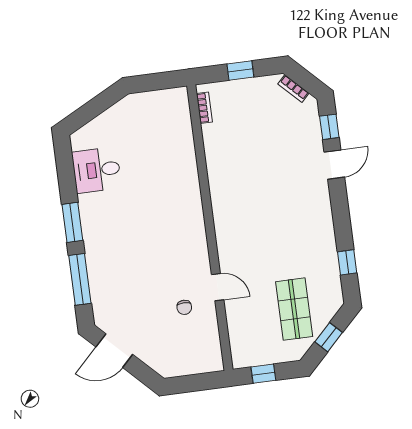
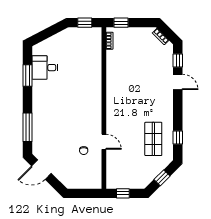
window: (240, 71) -> (121, 23), moved
window: (157, 82) -> (85, 23), added
door: (334, 165) -> (178, 82), hinge flipped
window: (72, 222) -> (28, 75), moved
shop shelf: (294, 309) -> (153, 139), moved

